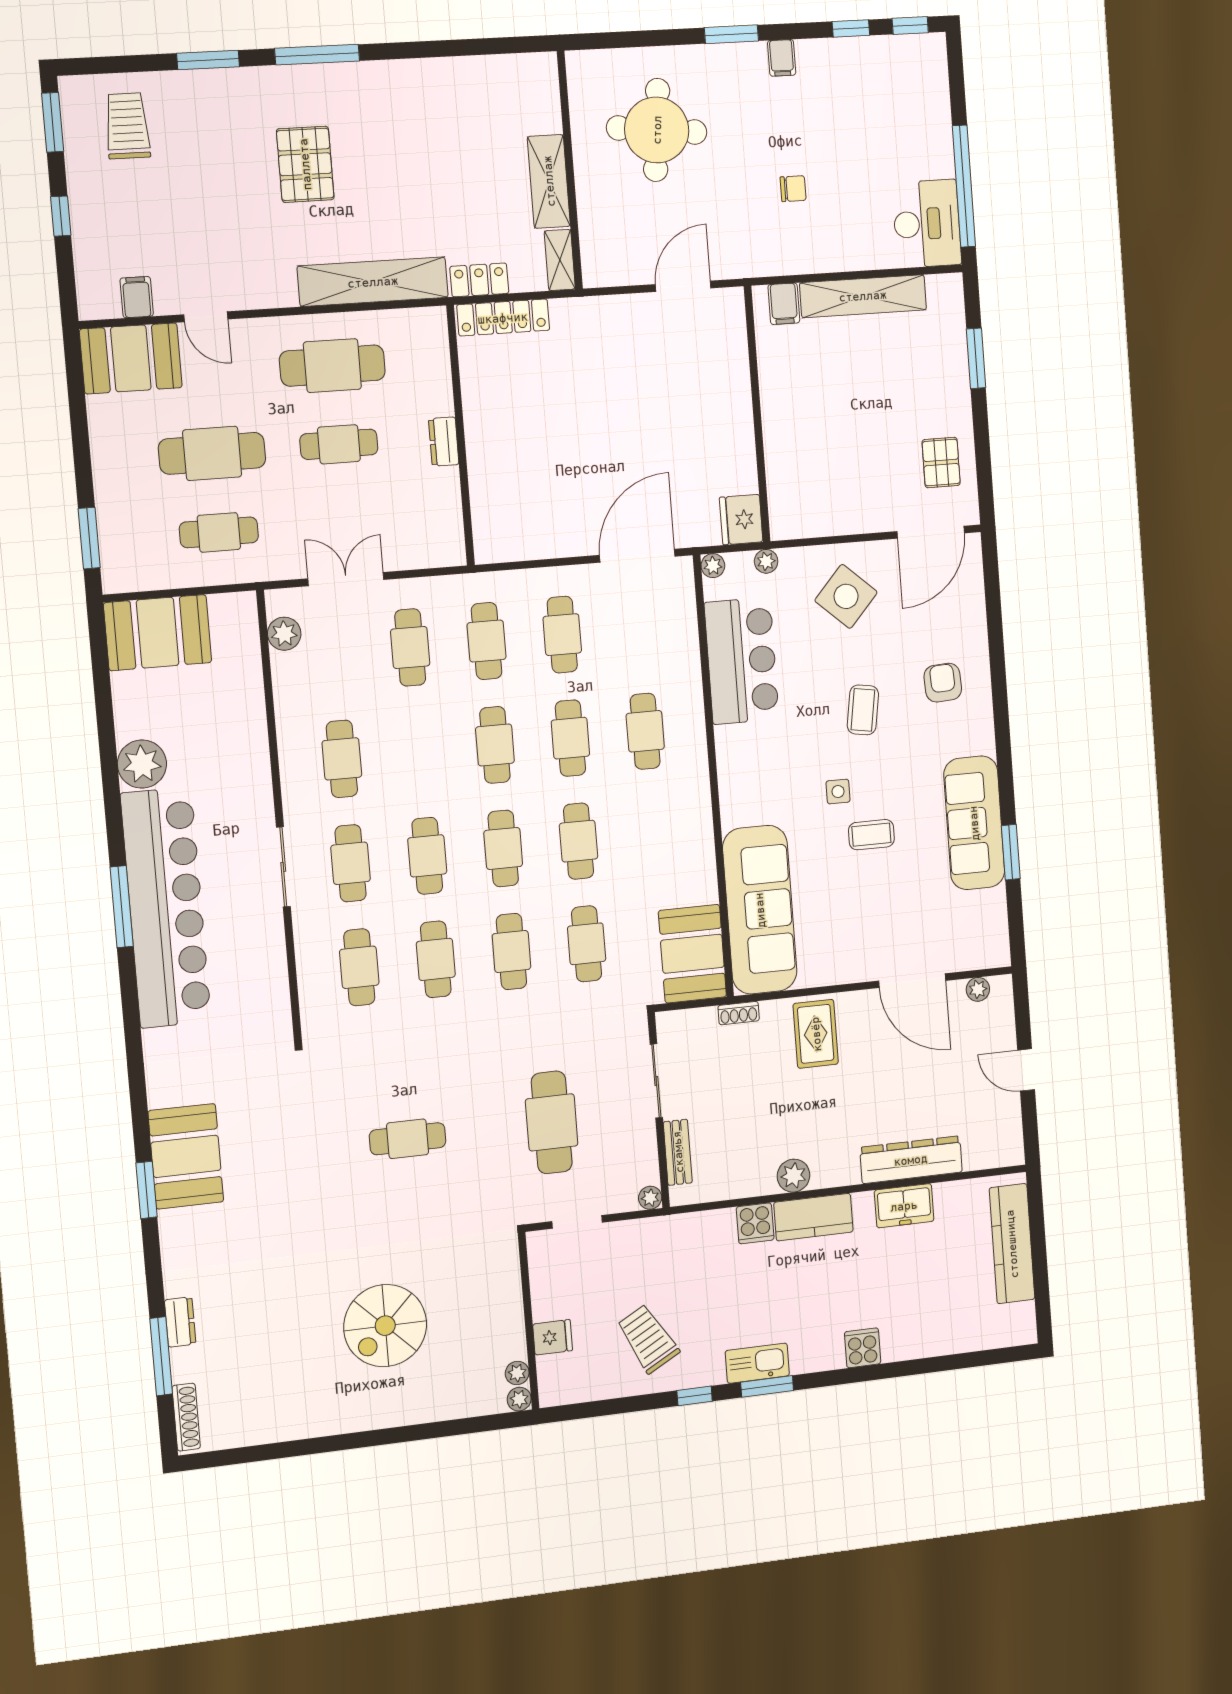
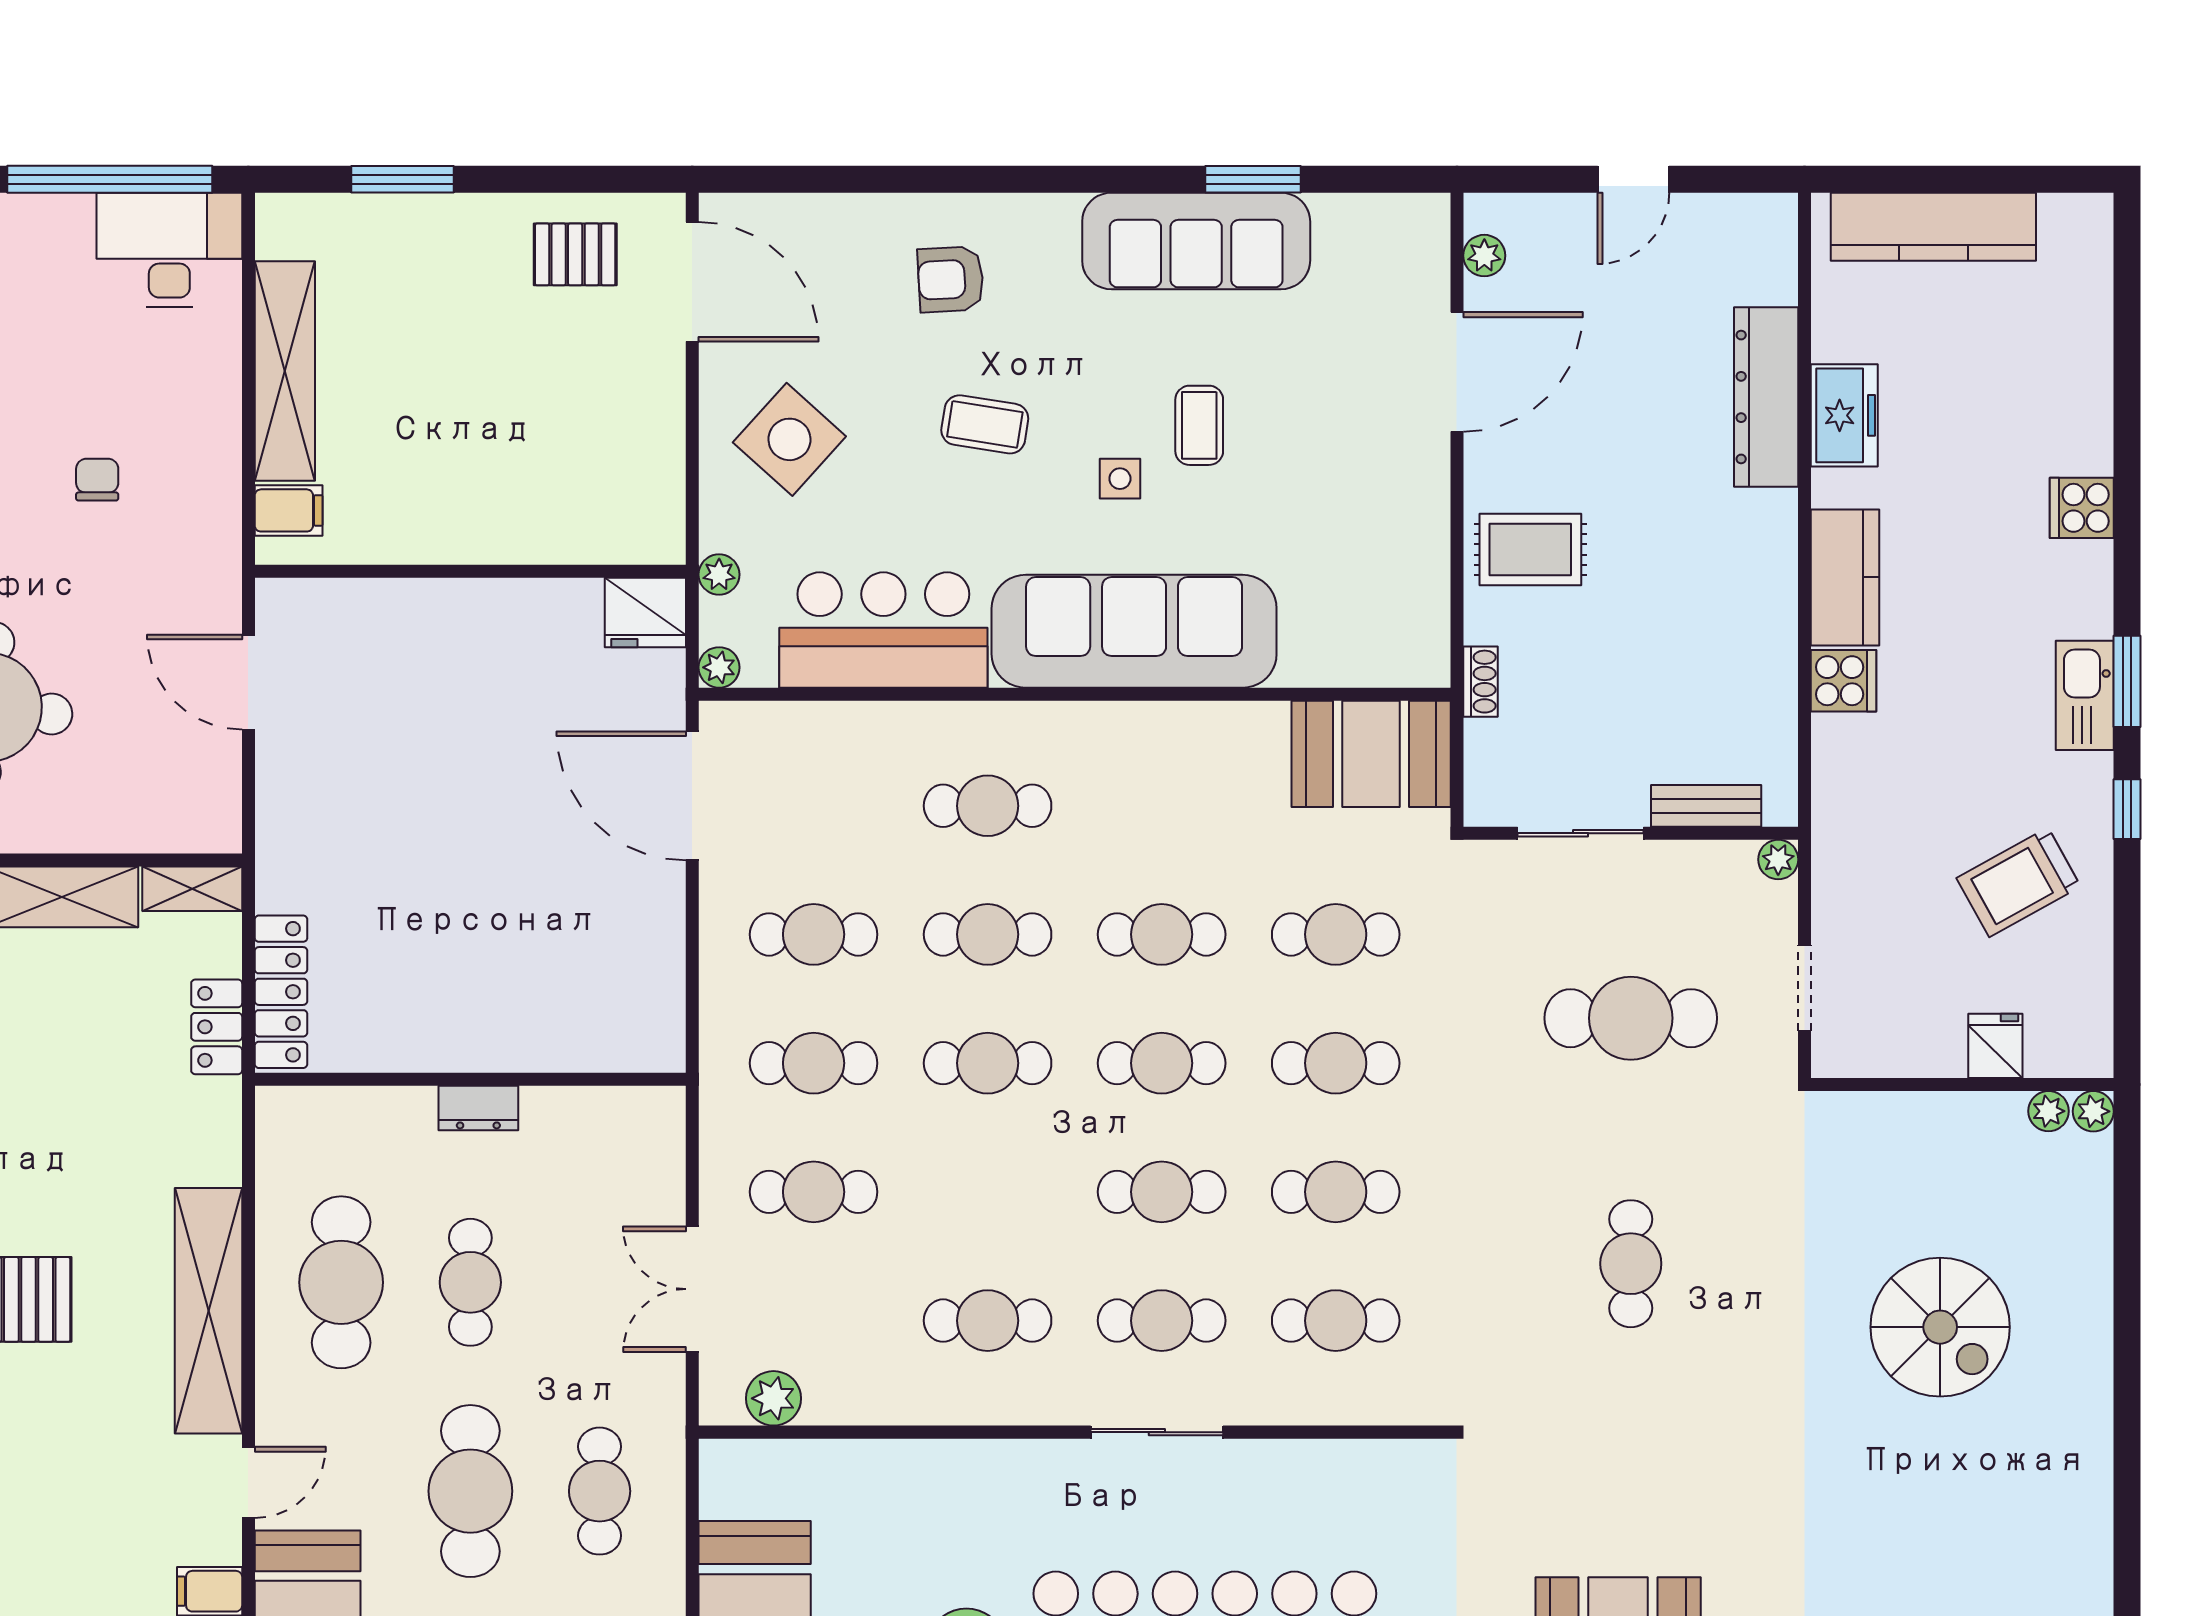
shelving: (373, 282) -> (208, 1311), moved
sofa: (760, 910) -> (1134, 631), moved
plant: (793, 1176) -> (1770, 607), removed

